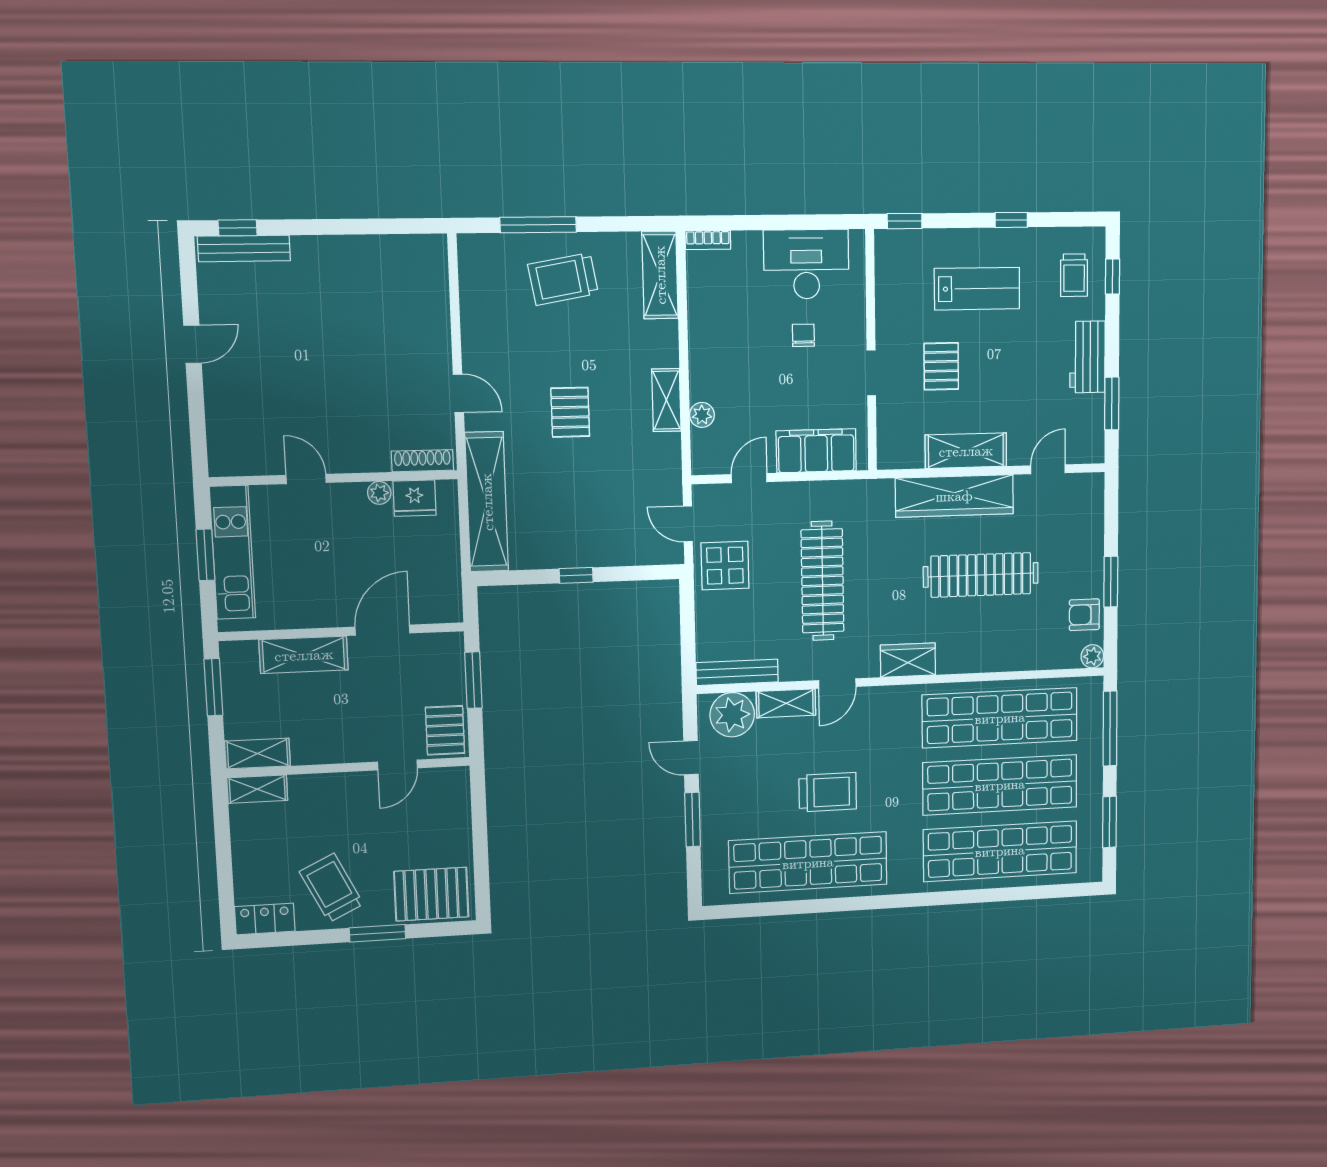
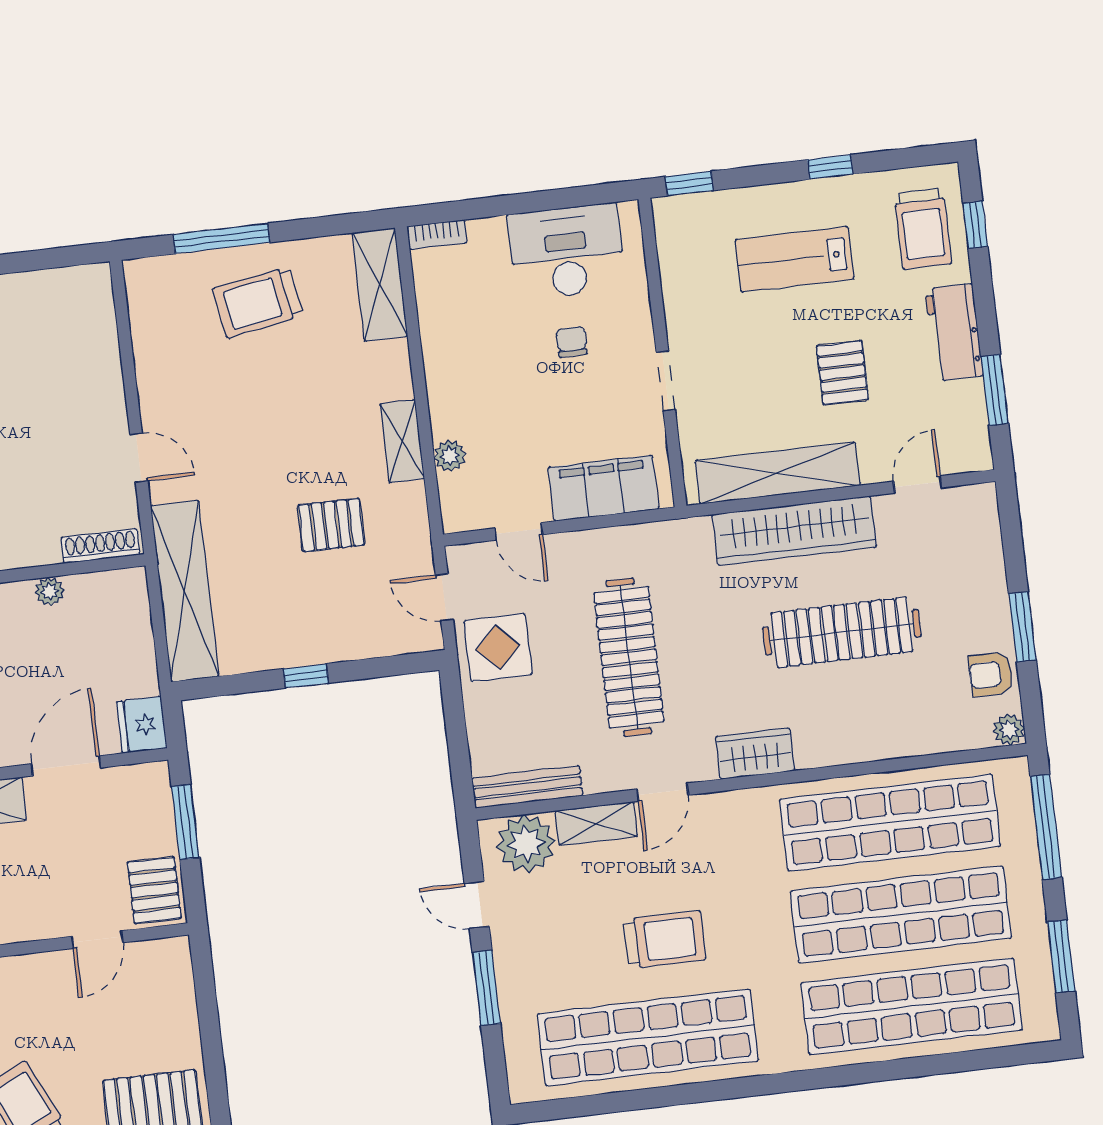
trolley: (1074, 275) -> (923, 229), width x1.36, depth x1.39
lab bench: (977, 289) -> (794, 259), turned 180
pallet: (941, 366) -> (842, 373), moved
pallet: (570, 412) -> (331, 525), moved, turned 90
shelving: (966, 451) -> (778, 473), width x1.47
door: (749, 478) -> (519, 531), swing flipped
fridge: (414, 498) -> (142, 725), moved, turned 90

